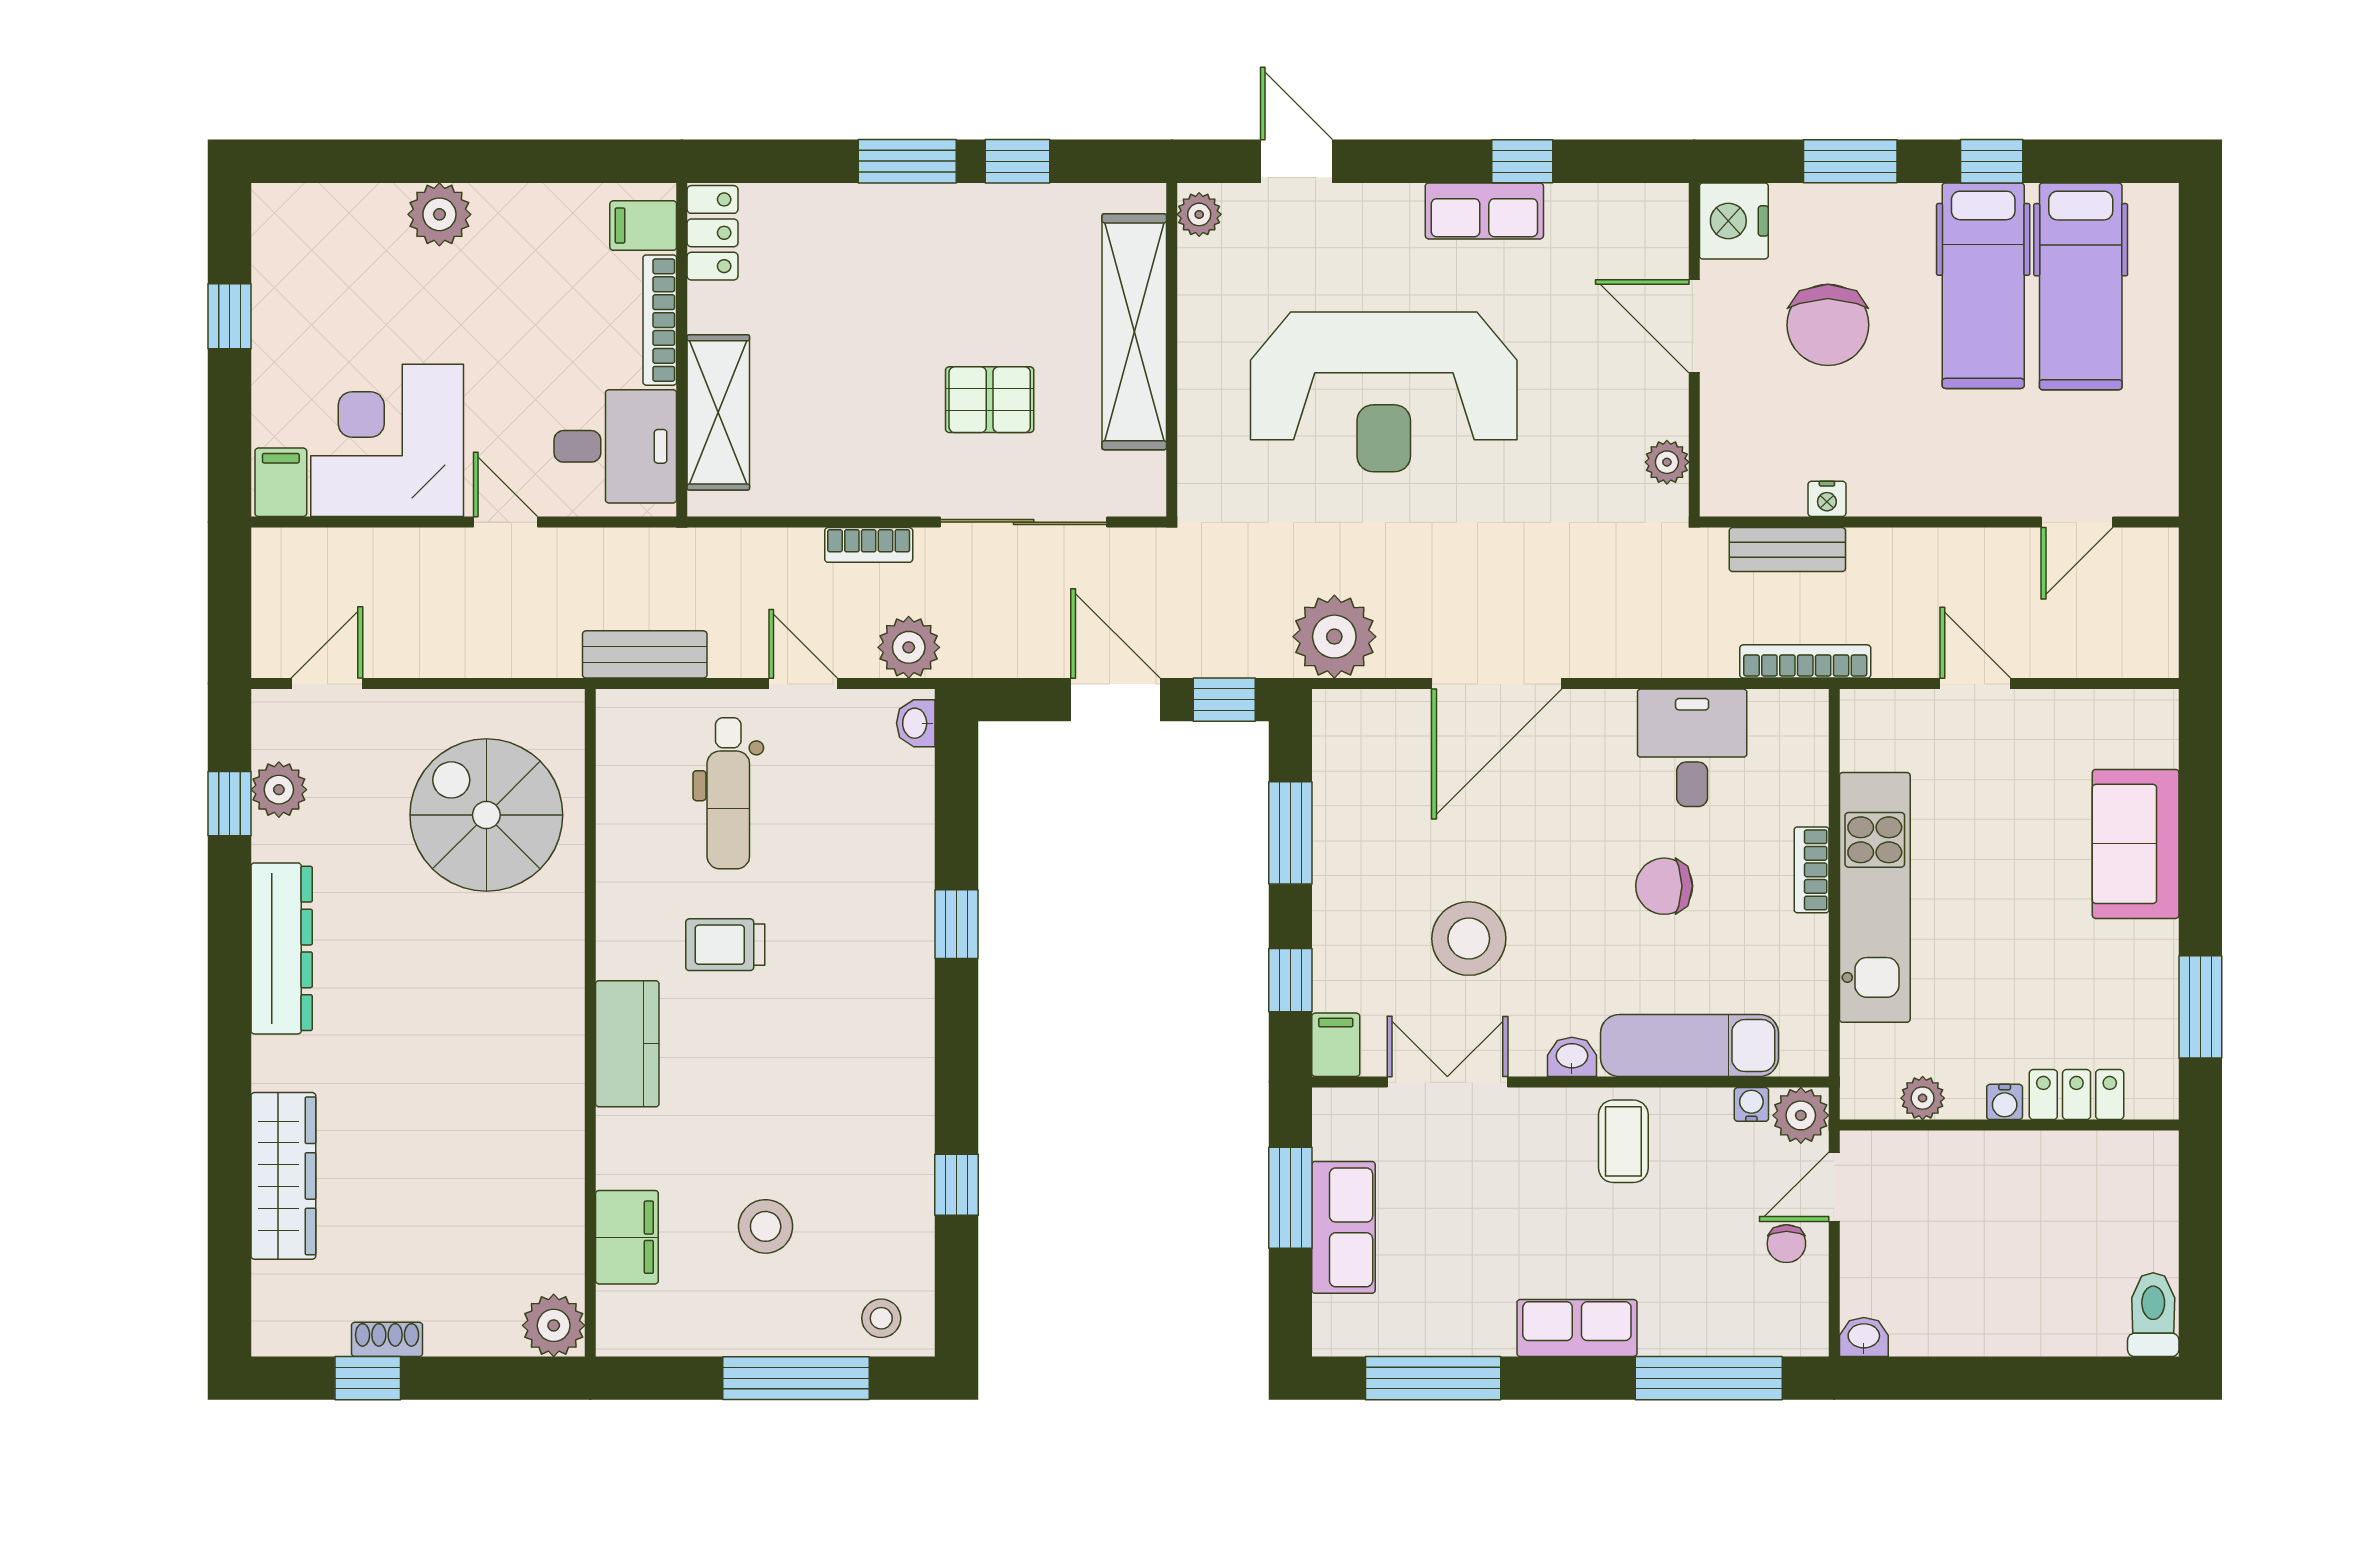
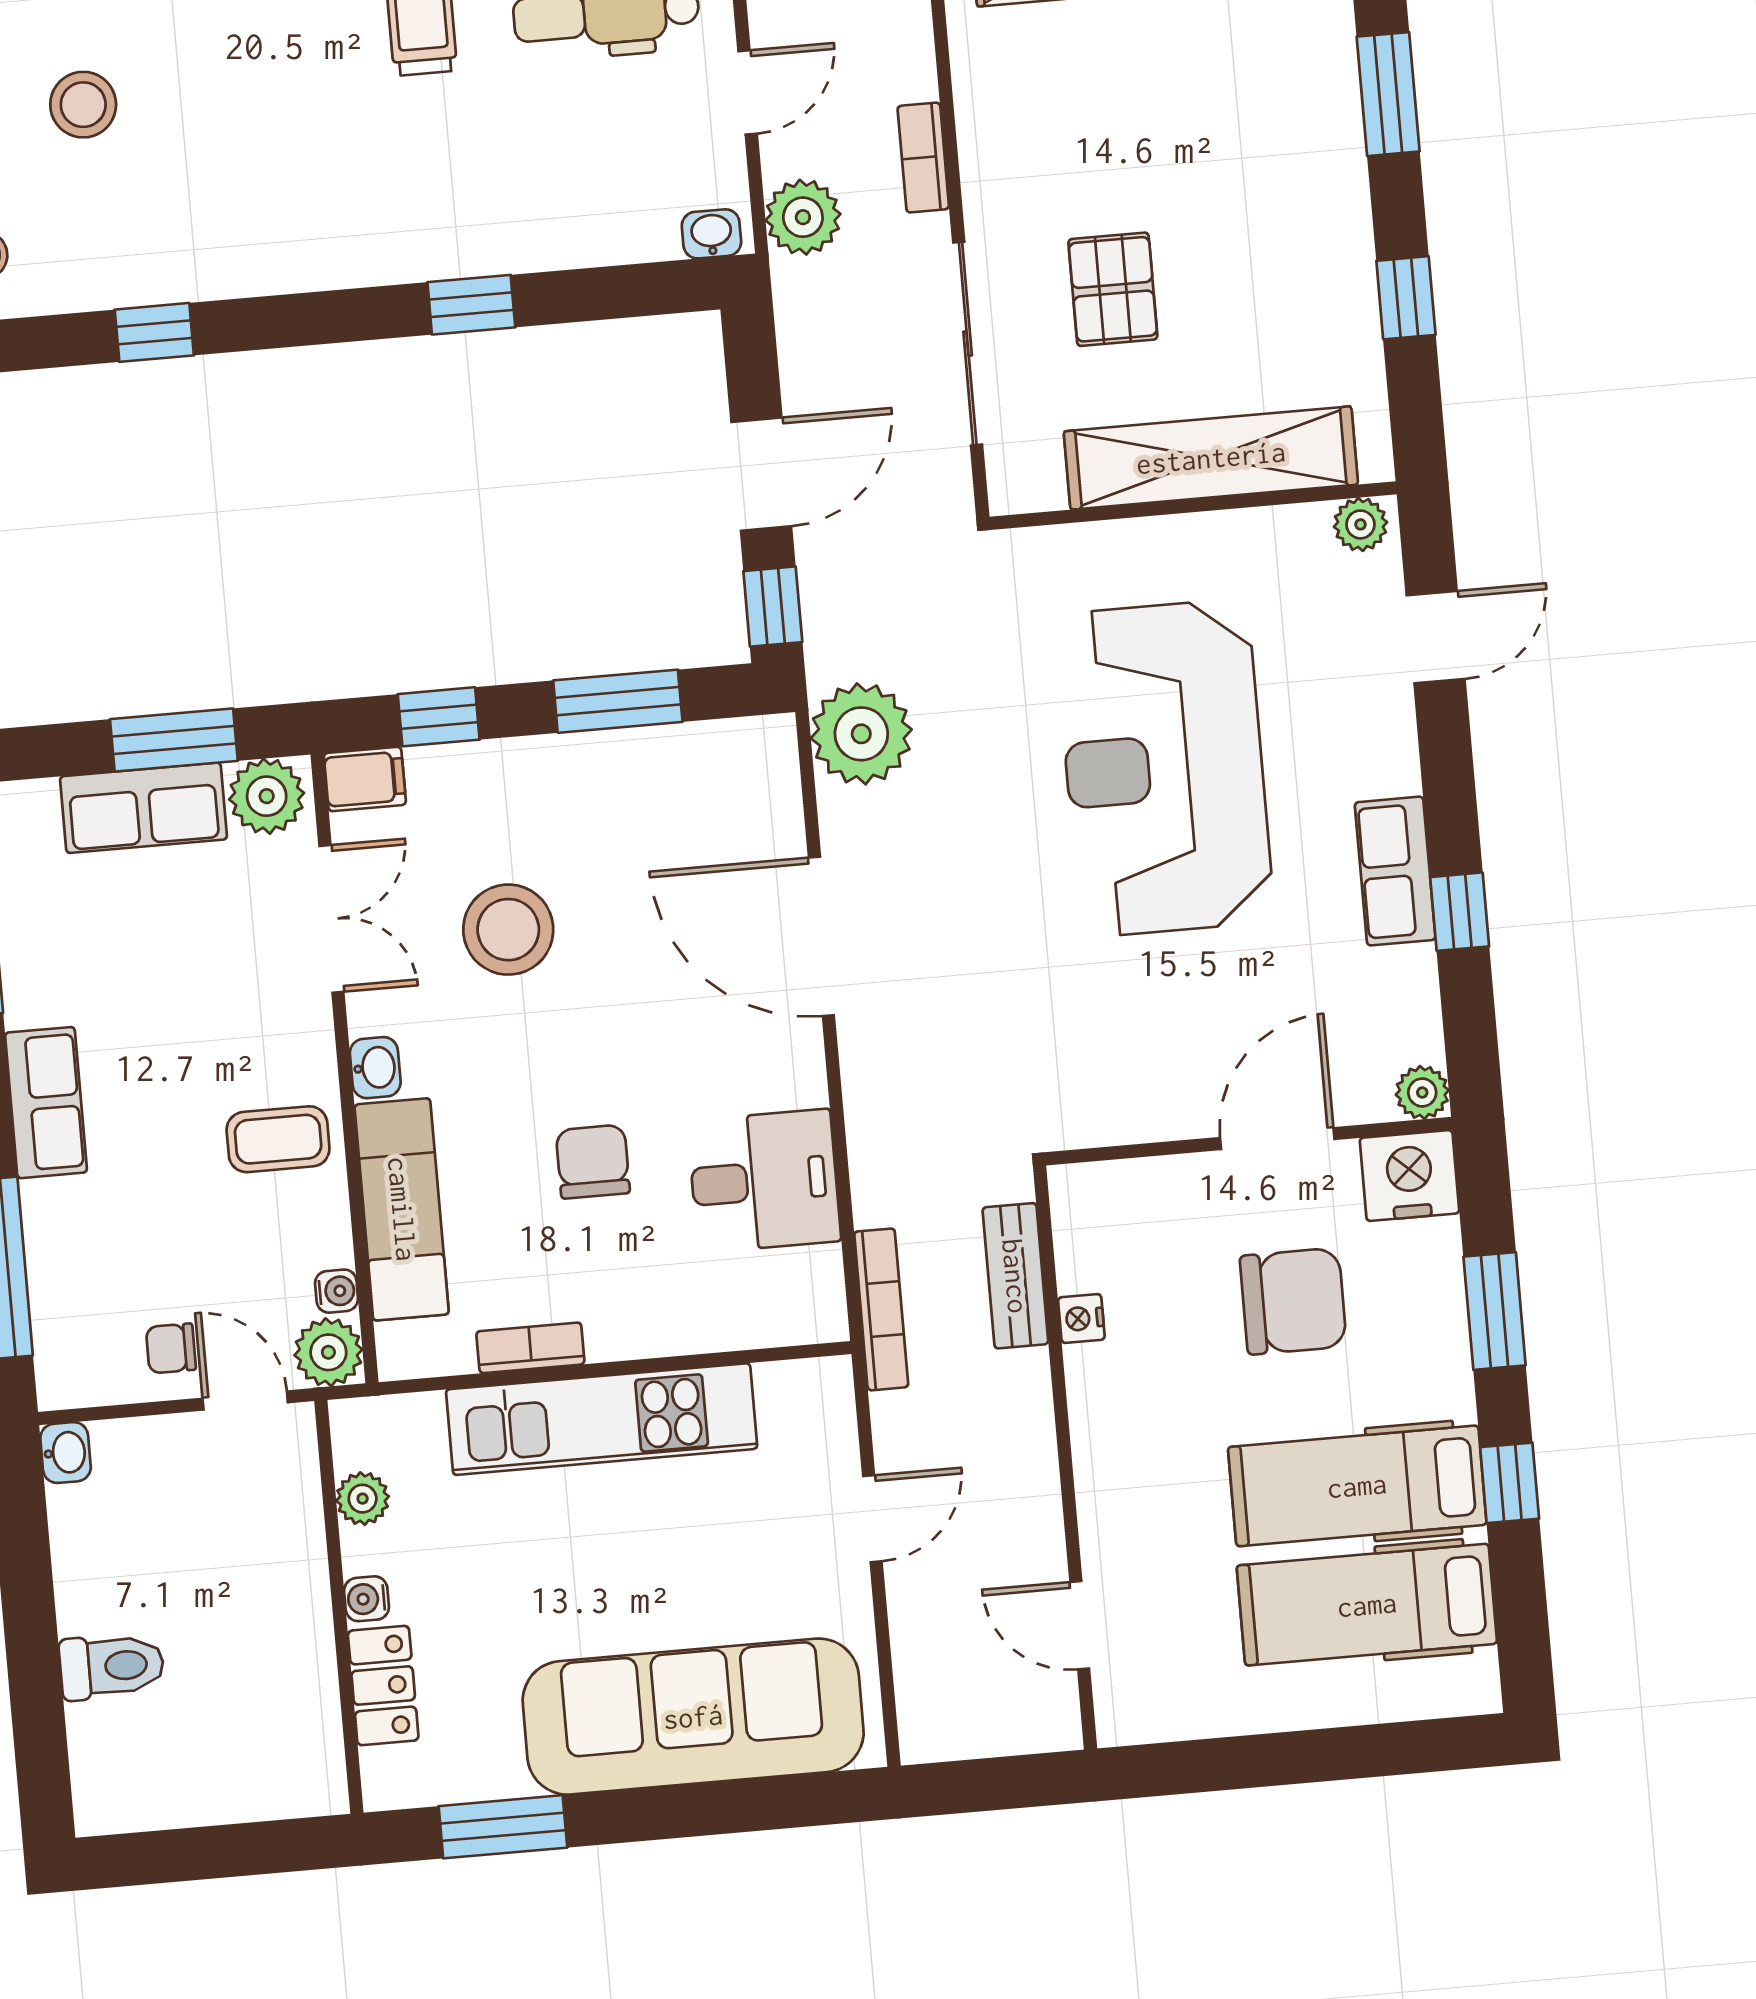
window: (907, 161) -> (1388, 94), moved
chair: (1828, 325) -> (1293, 1301), turned 180
plant: (1667, 462) -> (1422, 1092), moved
sofa: (2136, 844) -> (693, 1717), width x1.85, depth x1.27
bookcase: (1812, 870) -> (530, 1348), moved
plant: (1343, 1126) -> (267, 796), added
toilet: (2153, 1315) -> (112, 1666), moved

